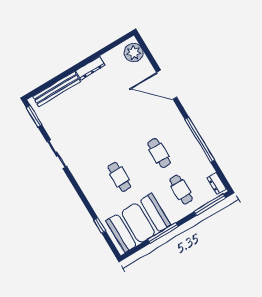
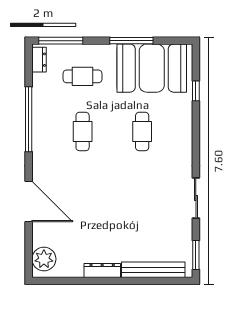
cafe table: (181, 190) -> (83, 76), turned 90

